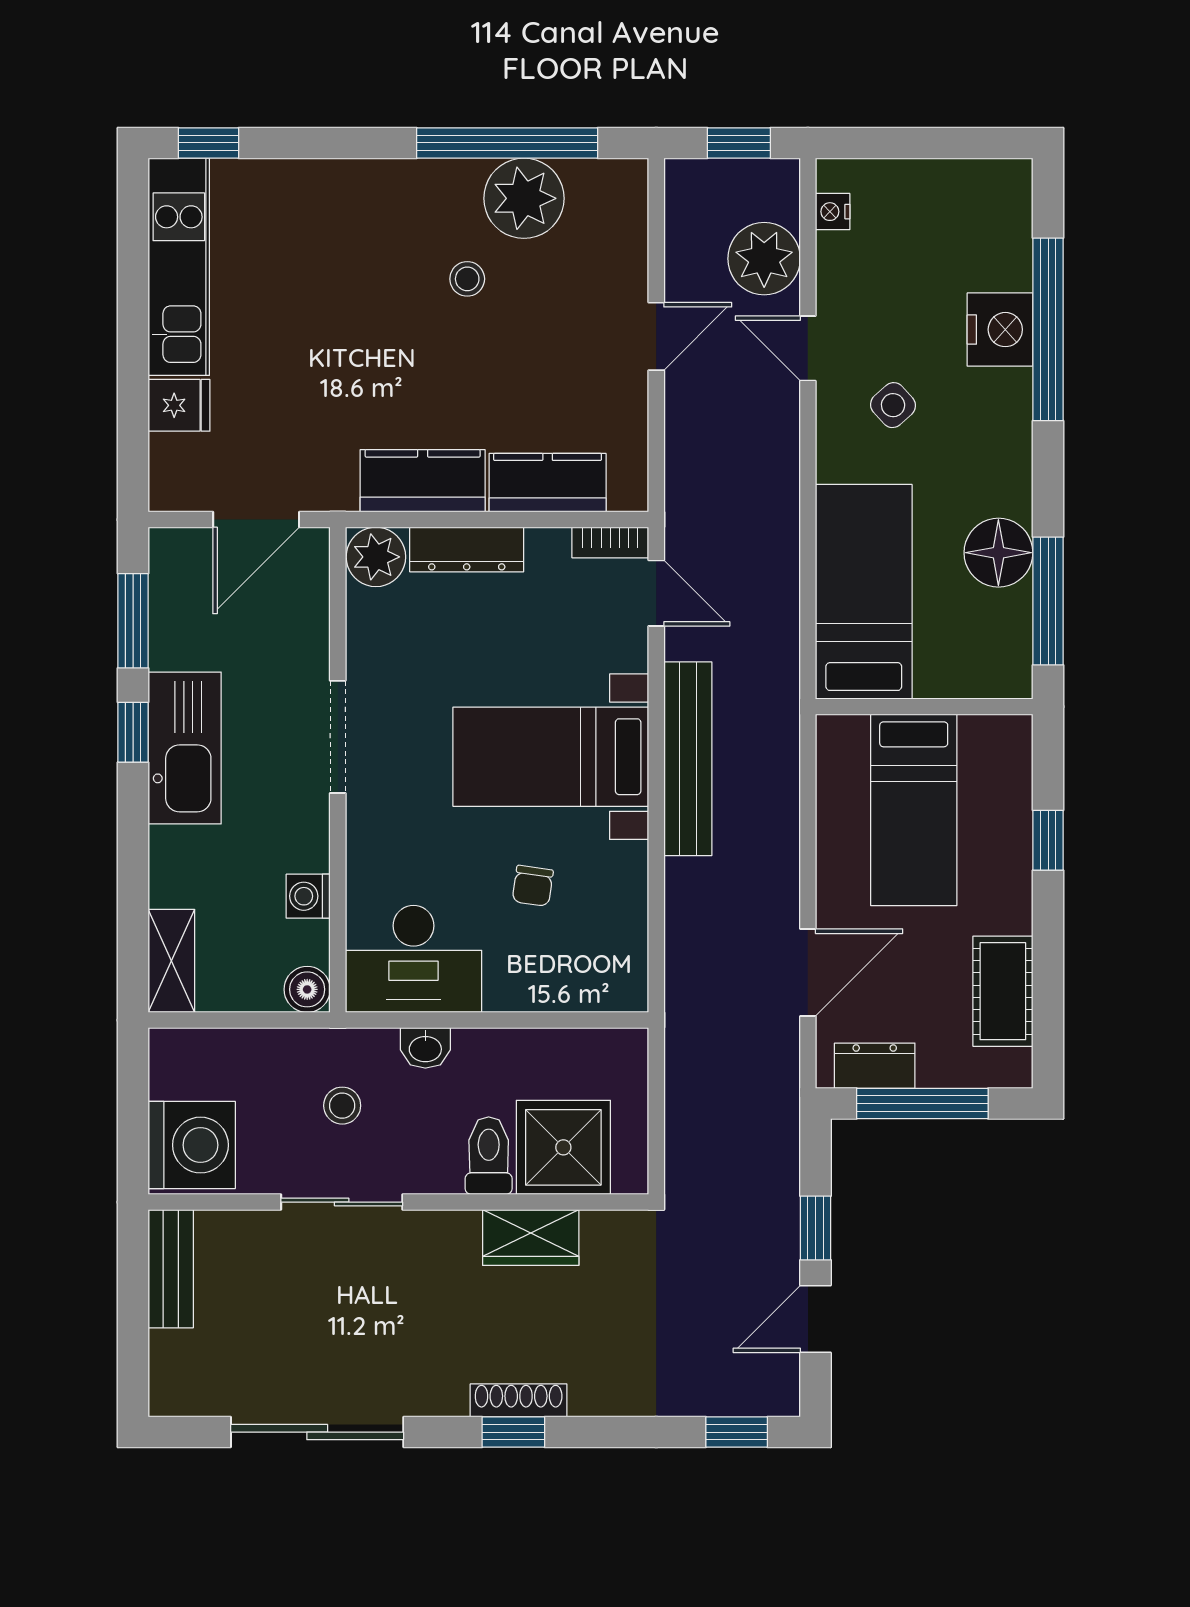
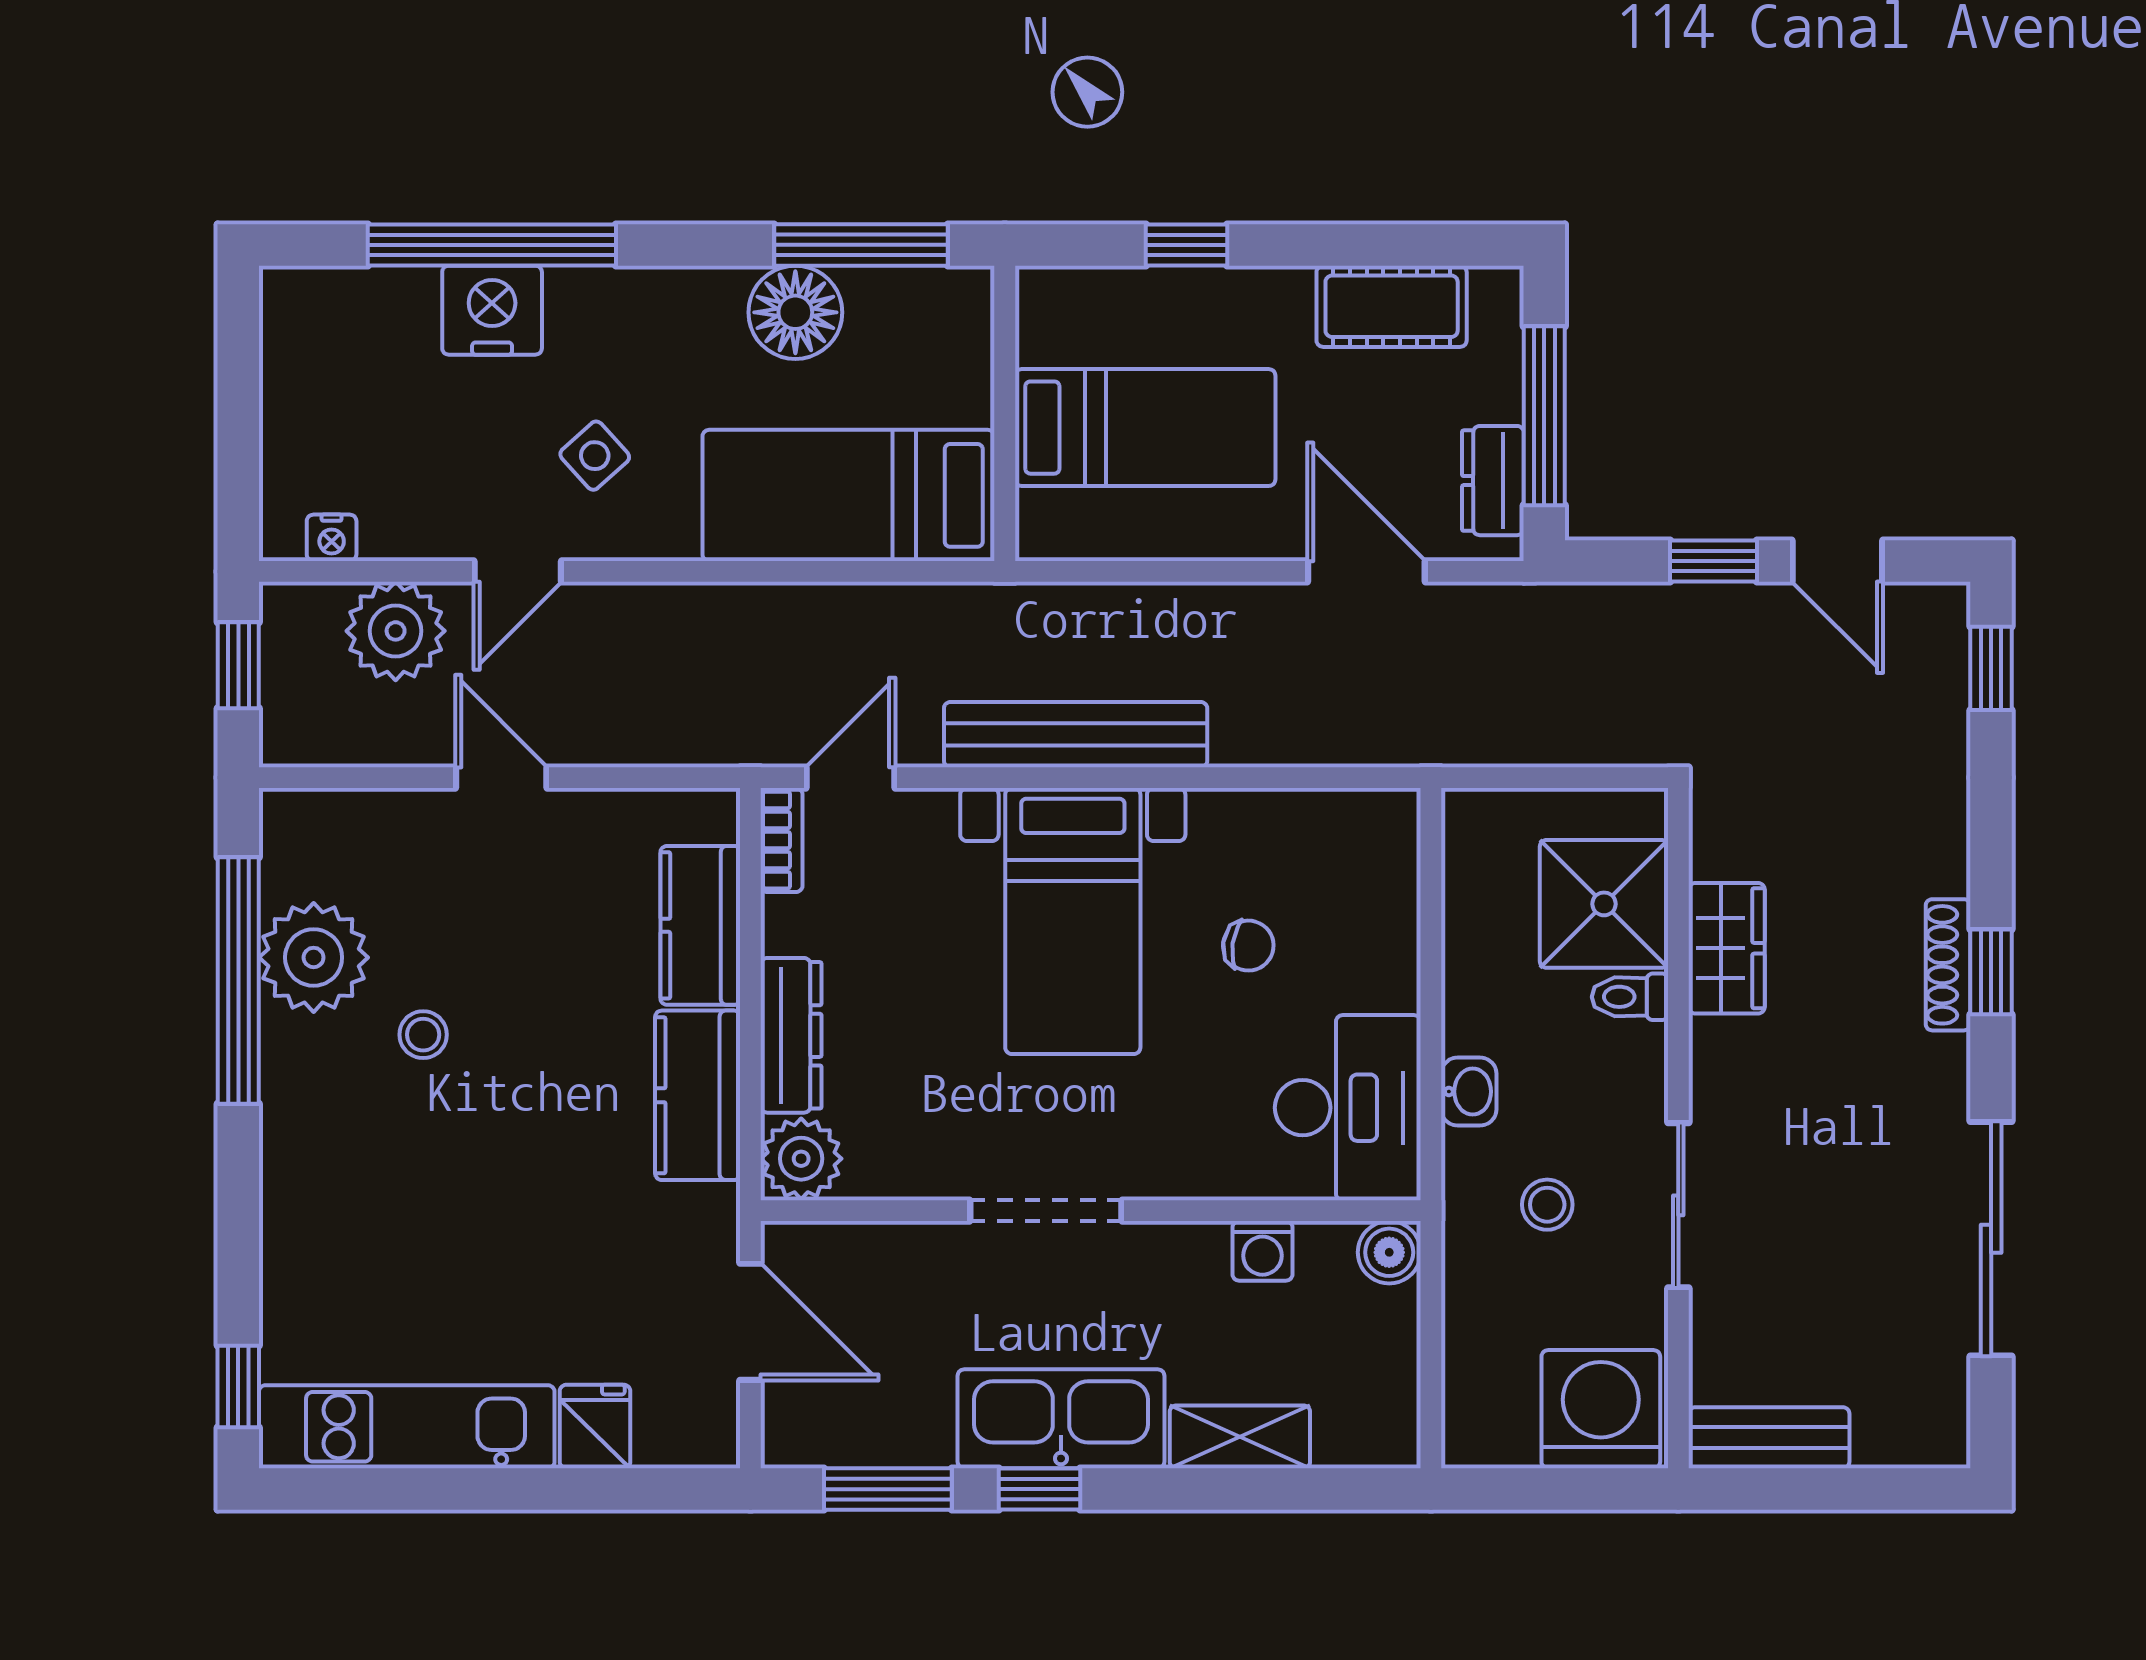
shelving: (171, 961) -> (1240, 1437), moved
toilet: (489, 1156) -> (1630, 997), width x0.73, depth x0.72

